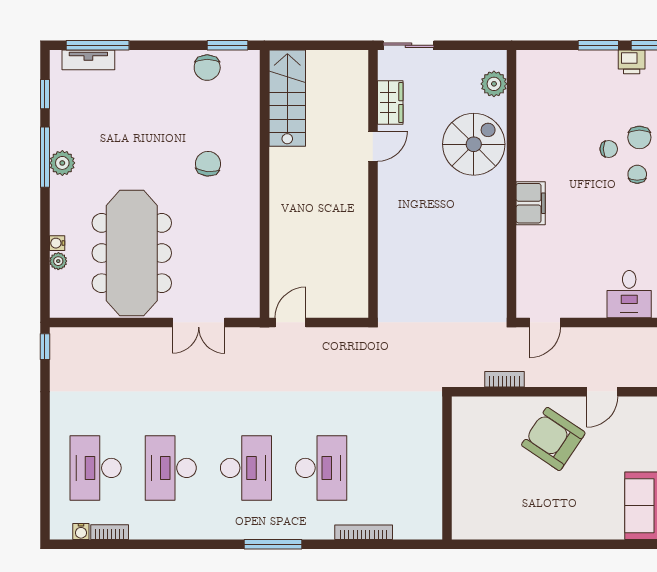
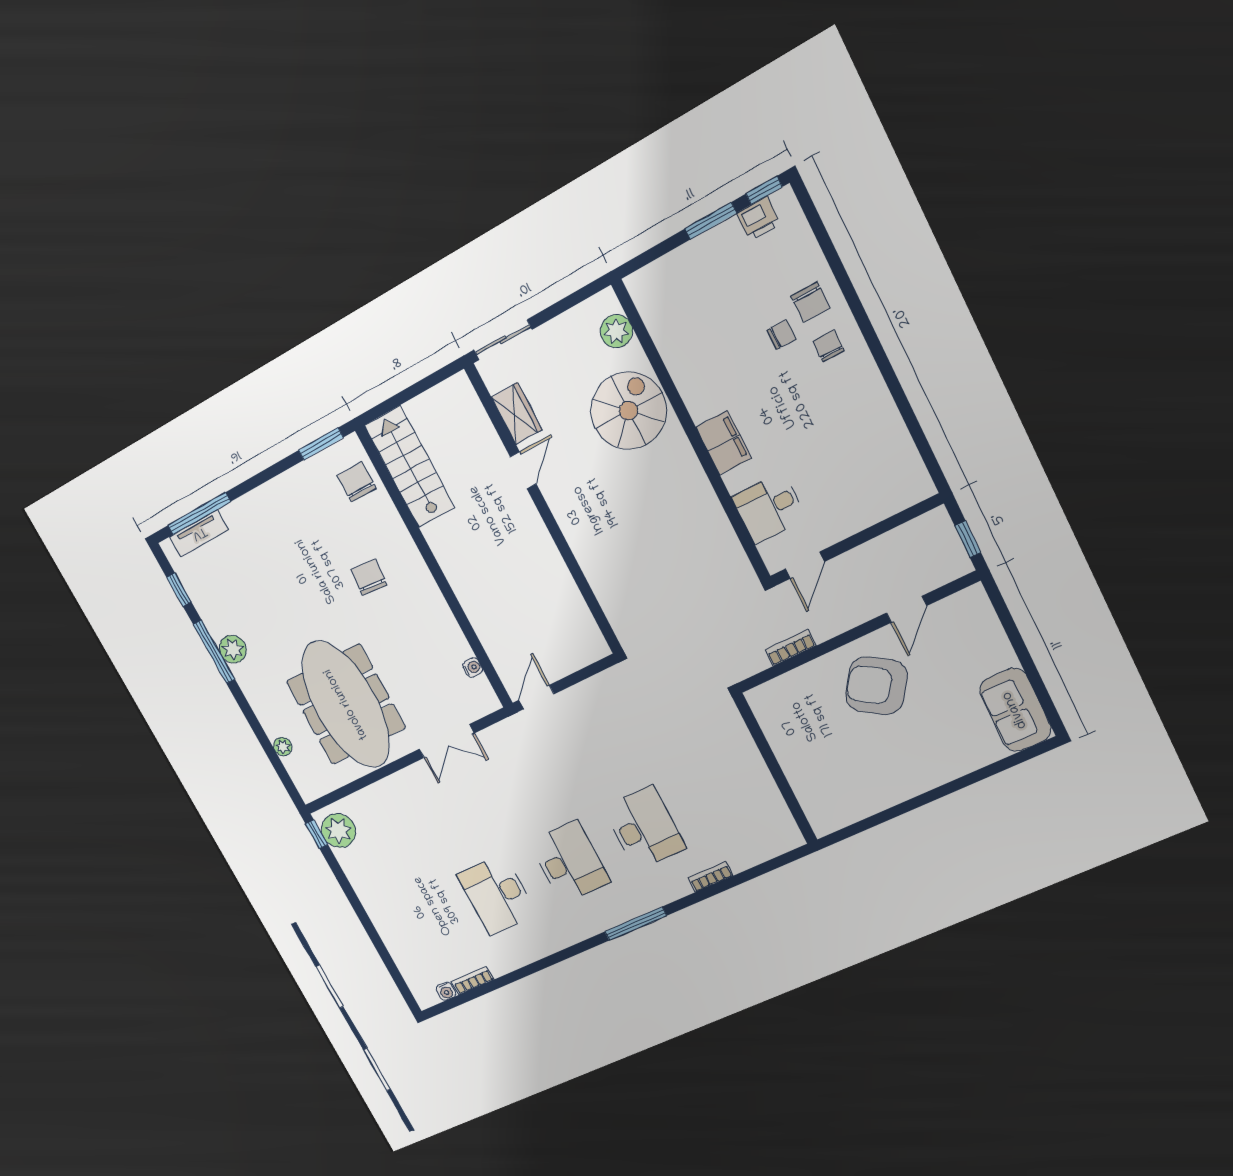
chair: (207, 68) -> (357, 482), moved, turned 180
water cooler: (57, 243) -> (473, 668), moved, turned 180
desk: (629, 294) -> (769, 508), moved, turned 90
plant: (66, 352) -> (339, 831), added
desk: (96, 468) -> (427, 926), removed
bookcase: (364, 532) -> (710, 877), width x0.64

